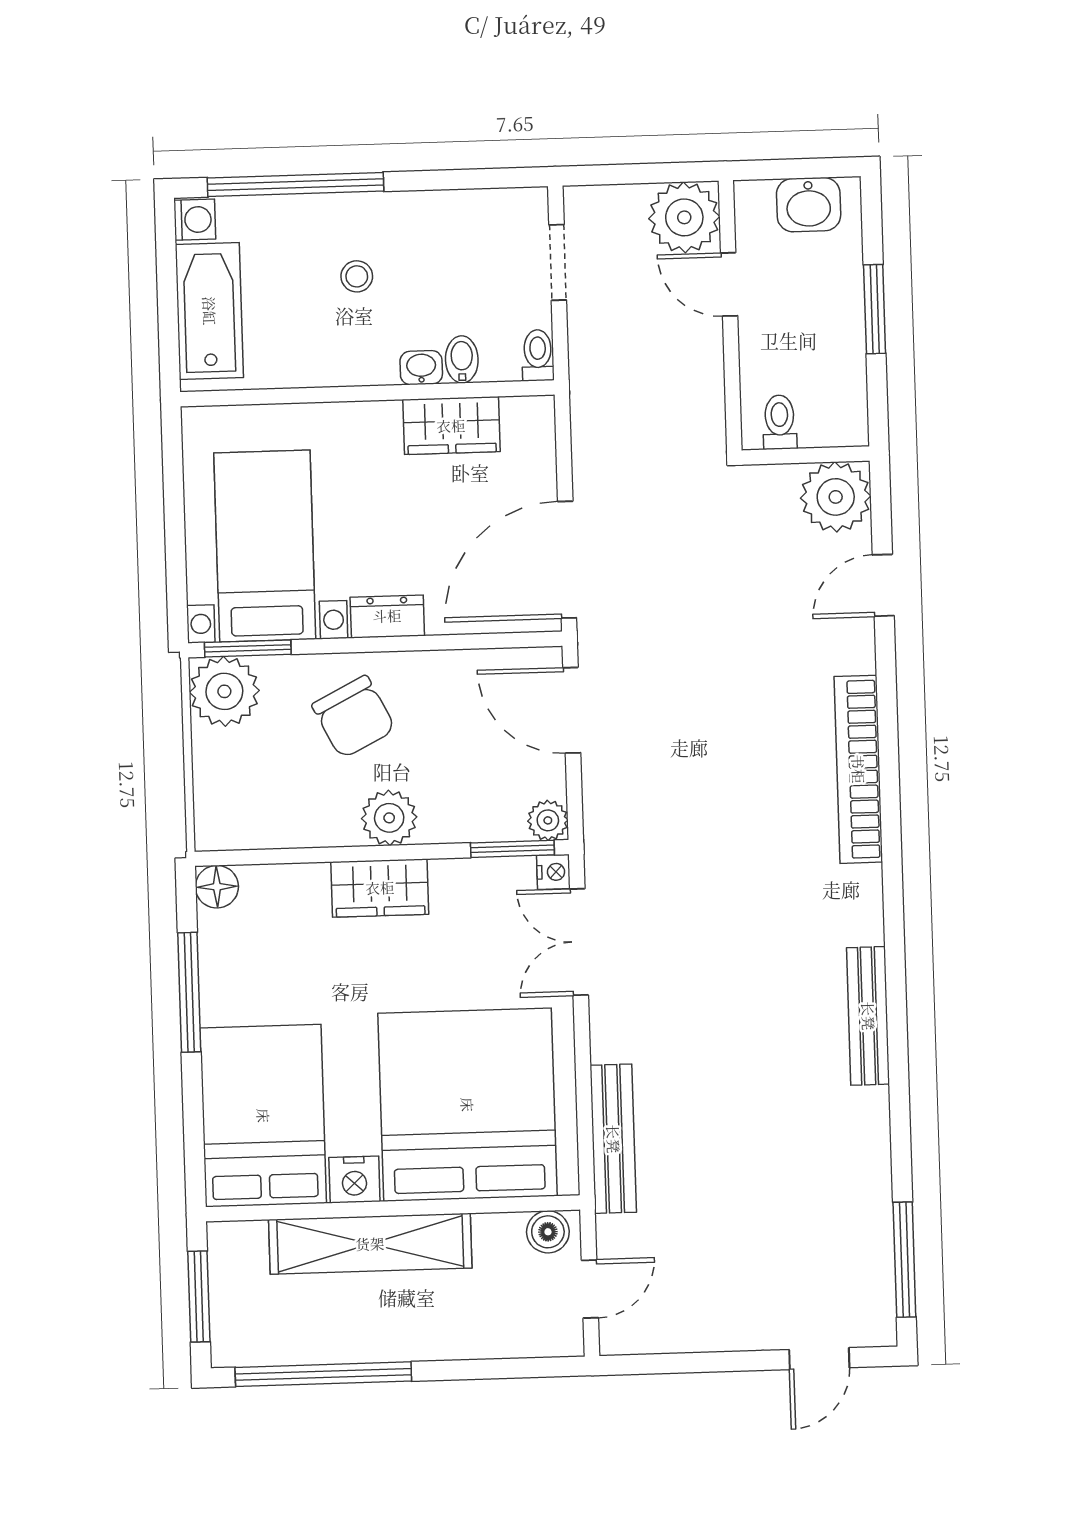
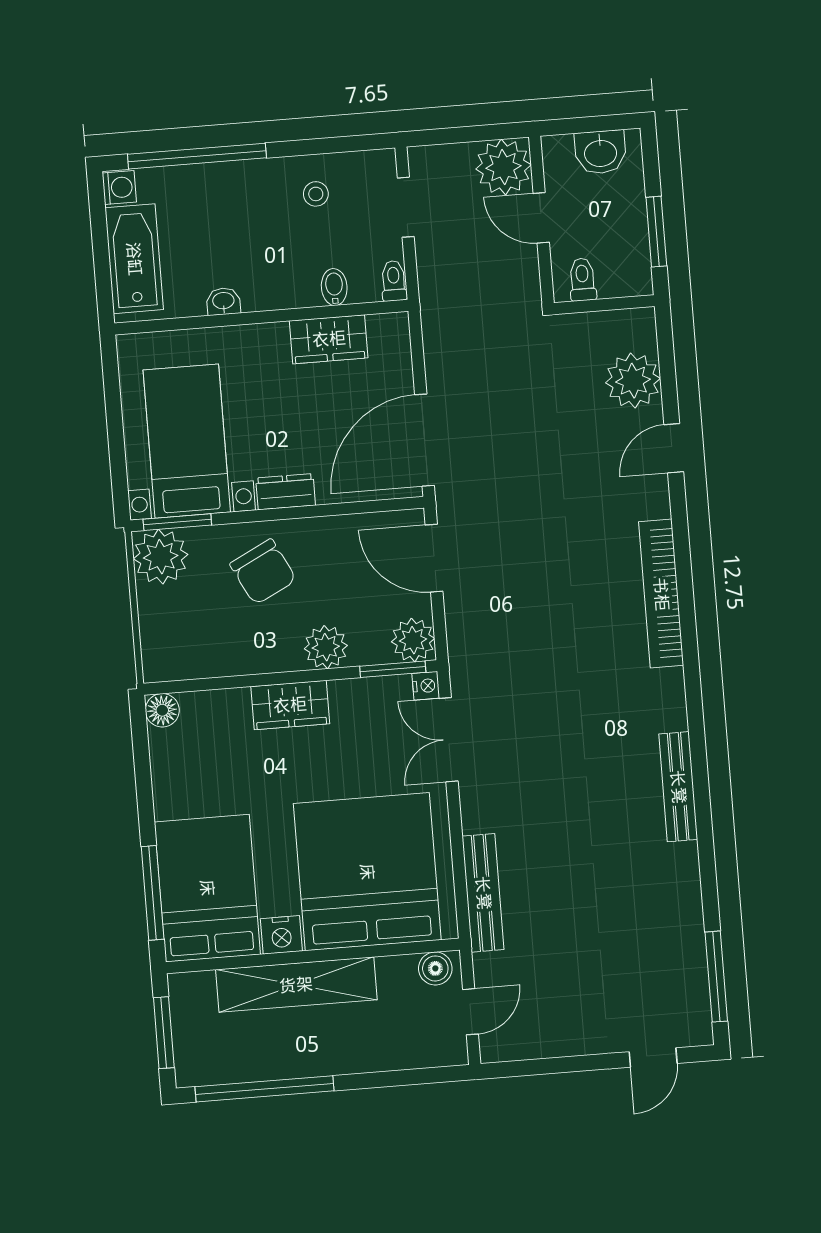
stool: (357, 276) -> (316, 194), moved
washbasin: (421, 368) -> (223, 301), moved
toilet: (780, 422) -> (582, 279), moved
wall: (806, 455) -> (604, 305), moved
plant: (389, 818) -> (326, 647), moved
plant: (548, 820) -> (413, 640), width x1.38, depth x1.38
window: (189, 992) -> (153, 893), moved

